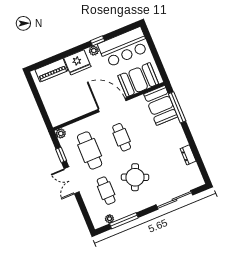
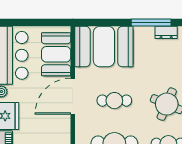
booth: (161, 105) -> (104, 47), width x1.36, depth x1.42
window: (177, 107) -> (151, 23), moved

